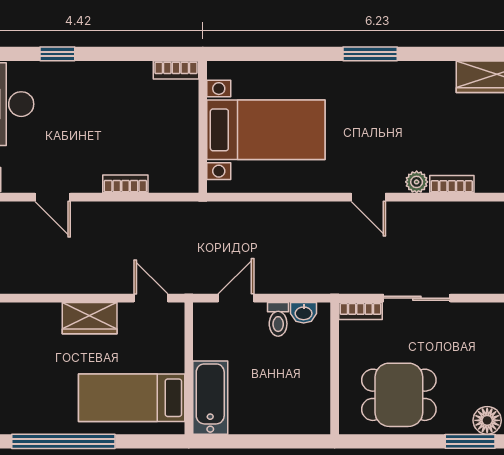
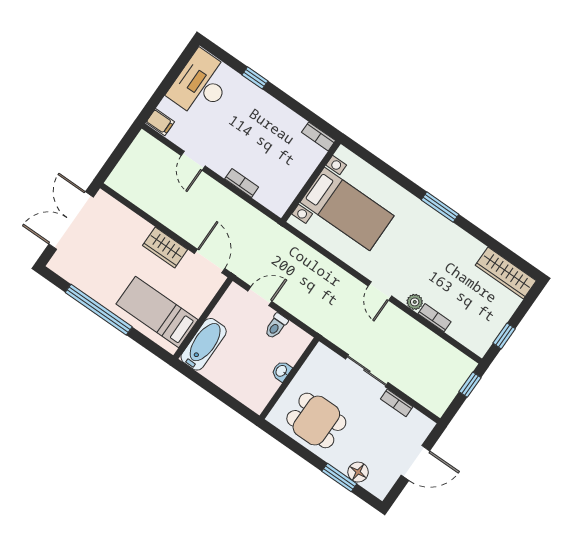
door: (151, 298) -> (210, 261), width x1.38
bookcase: (360, 311) -> (397, 403), moved
washbasin: (304, 313) -> (282, 371), moved, turned 90

